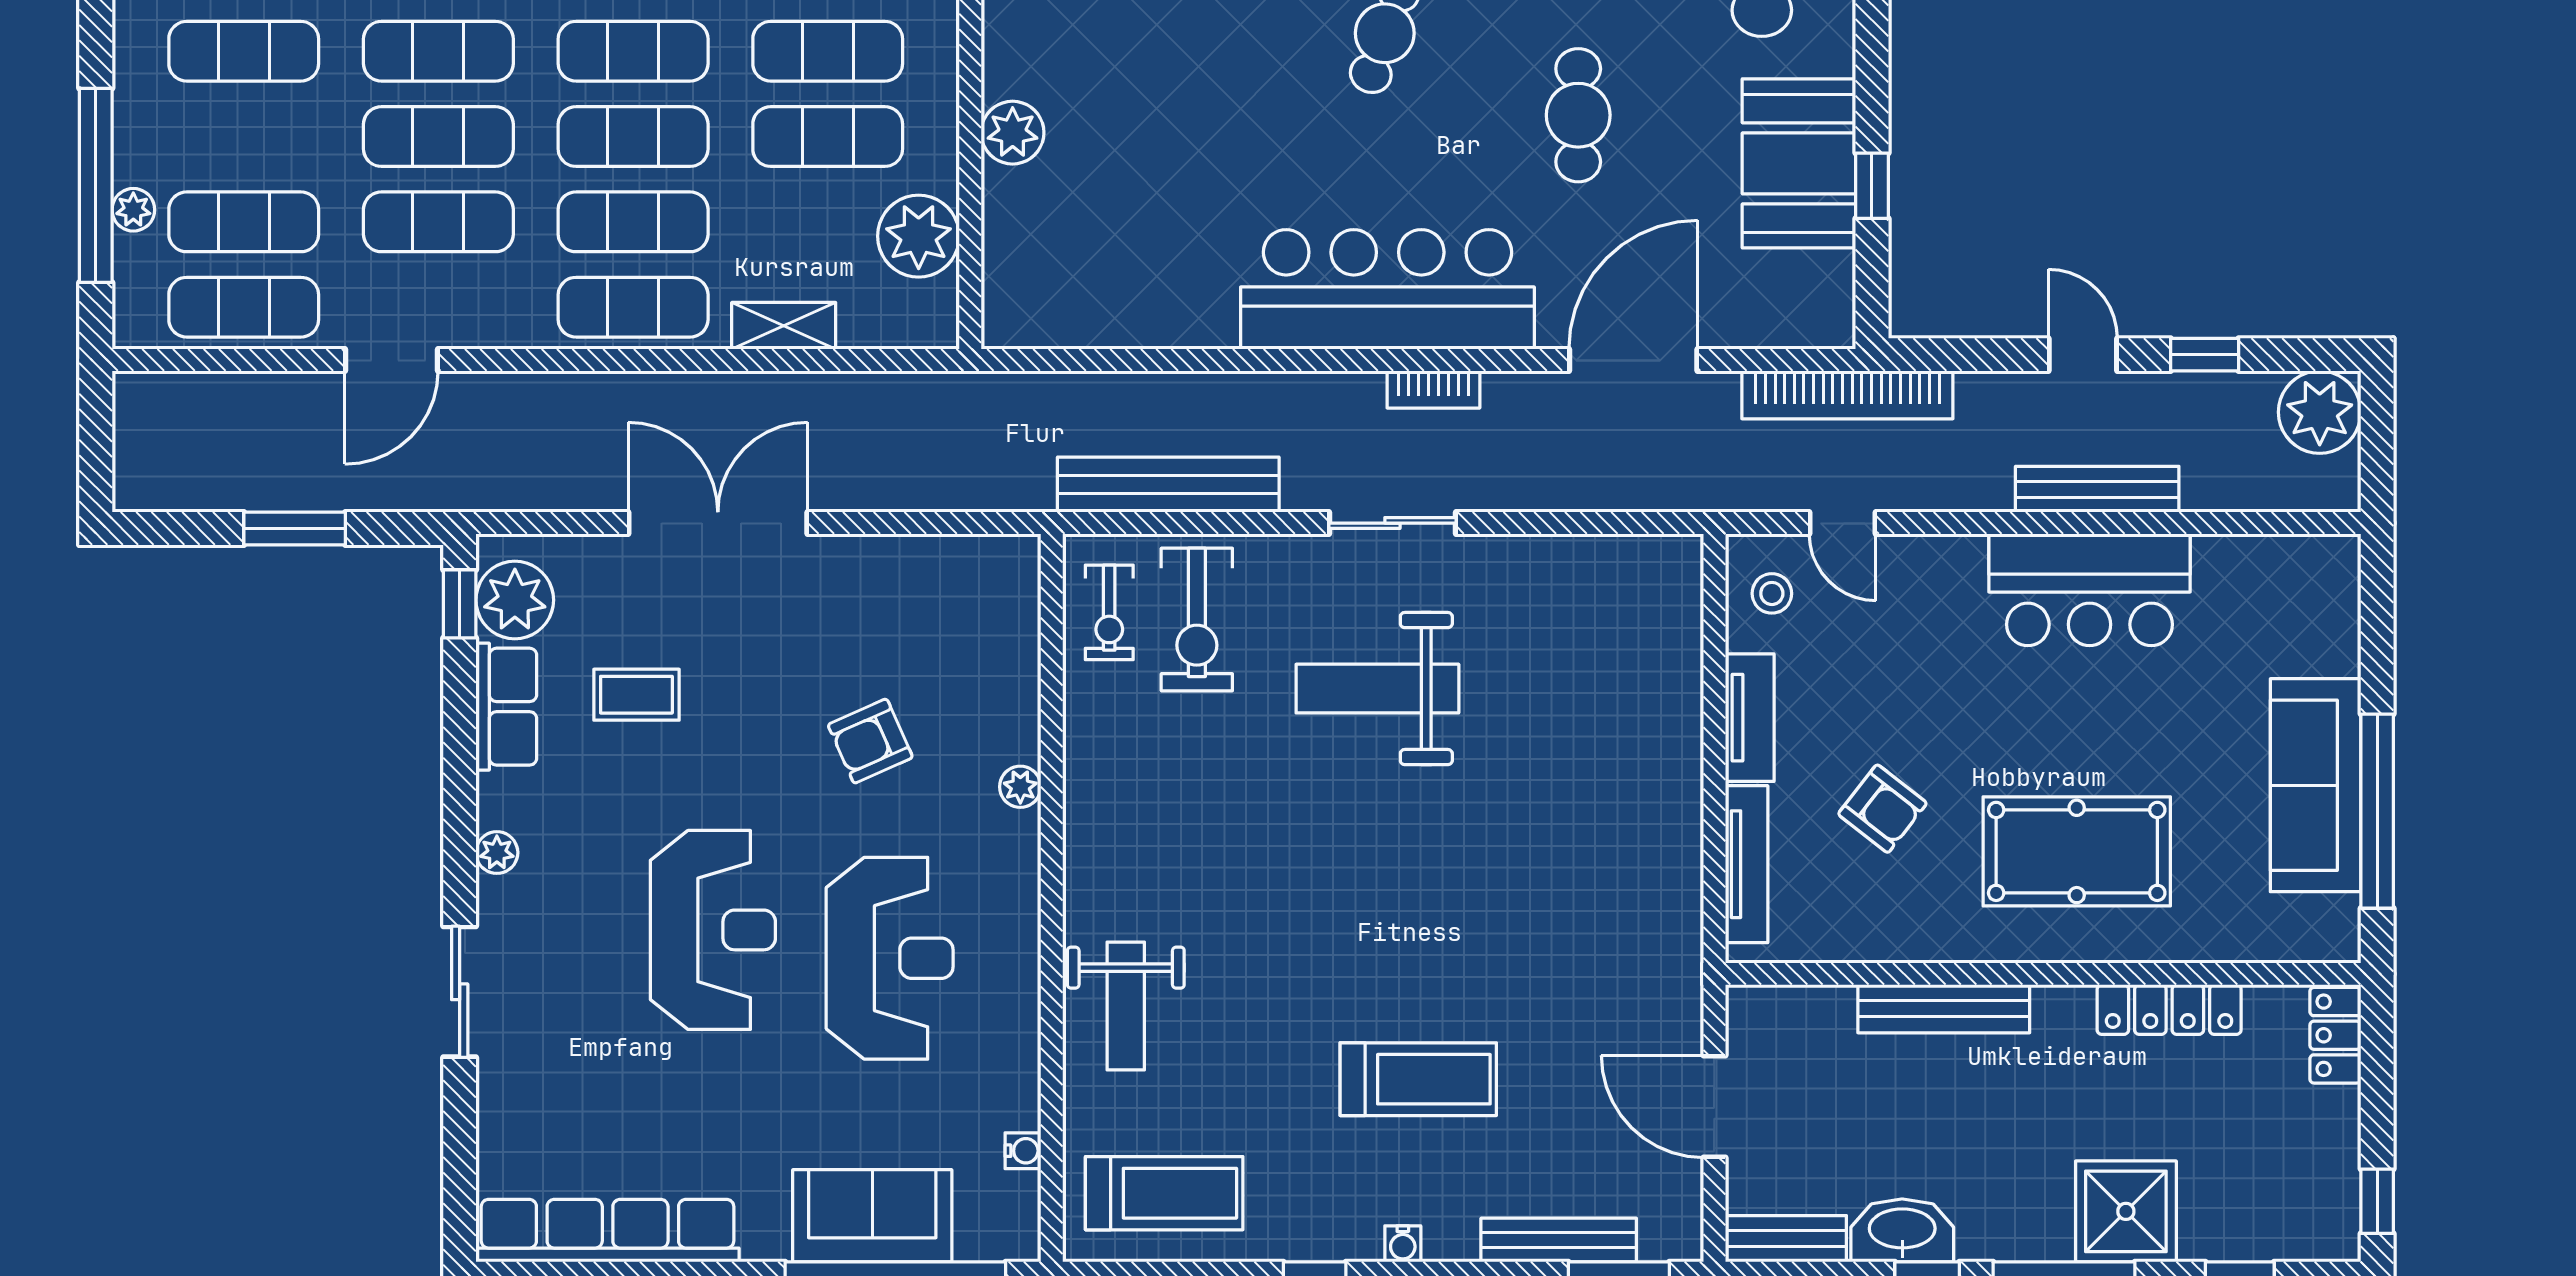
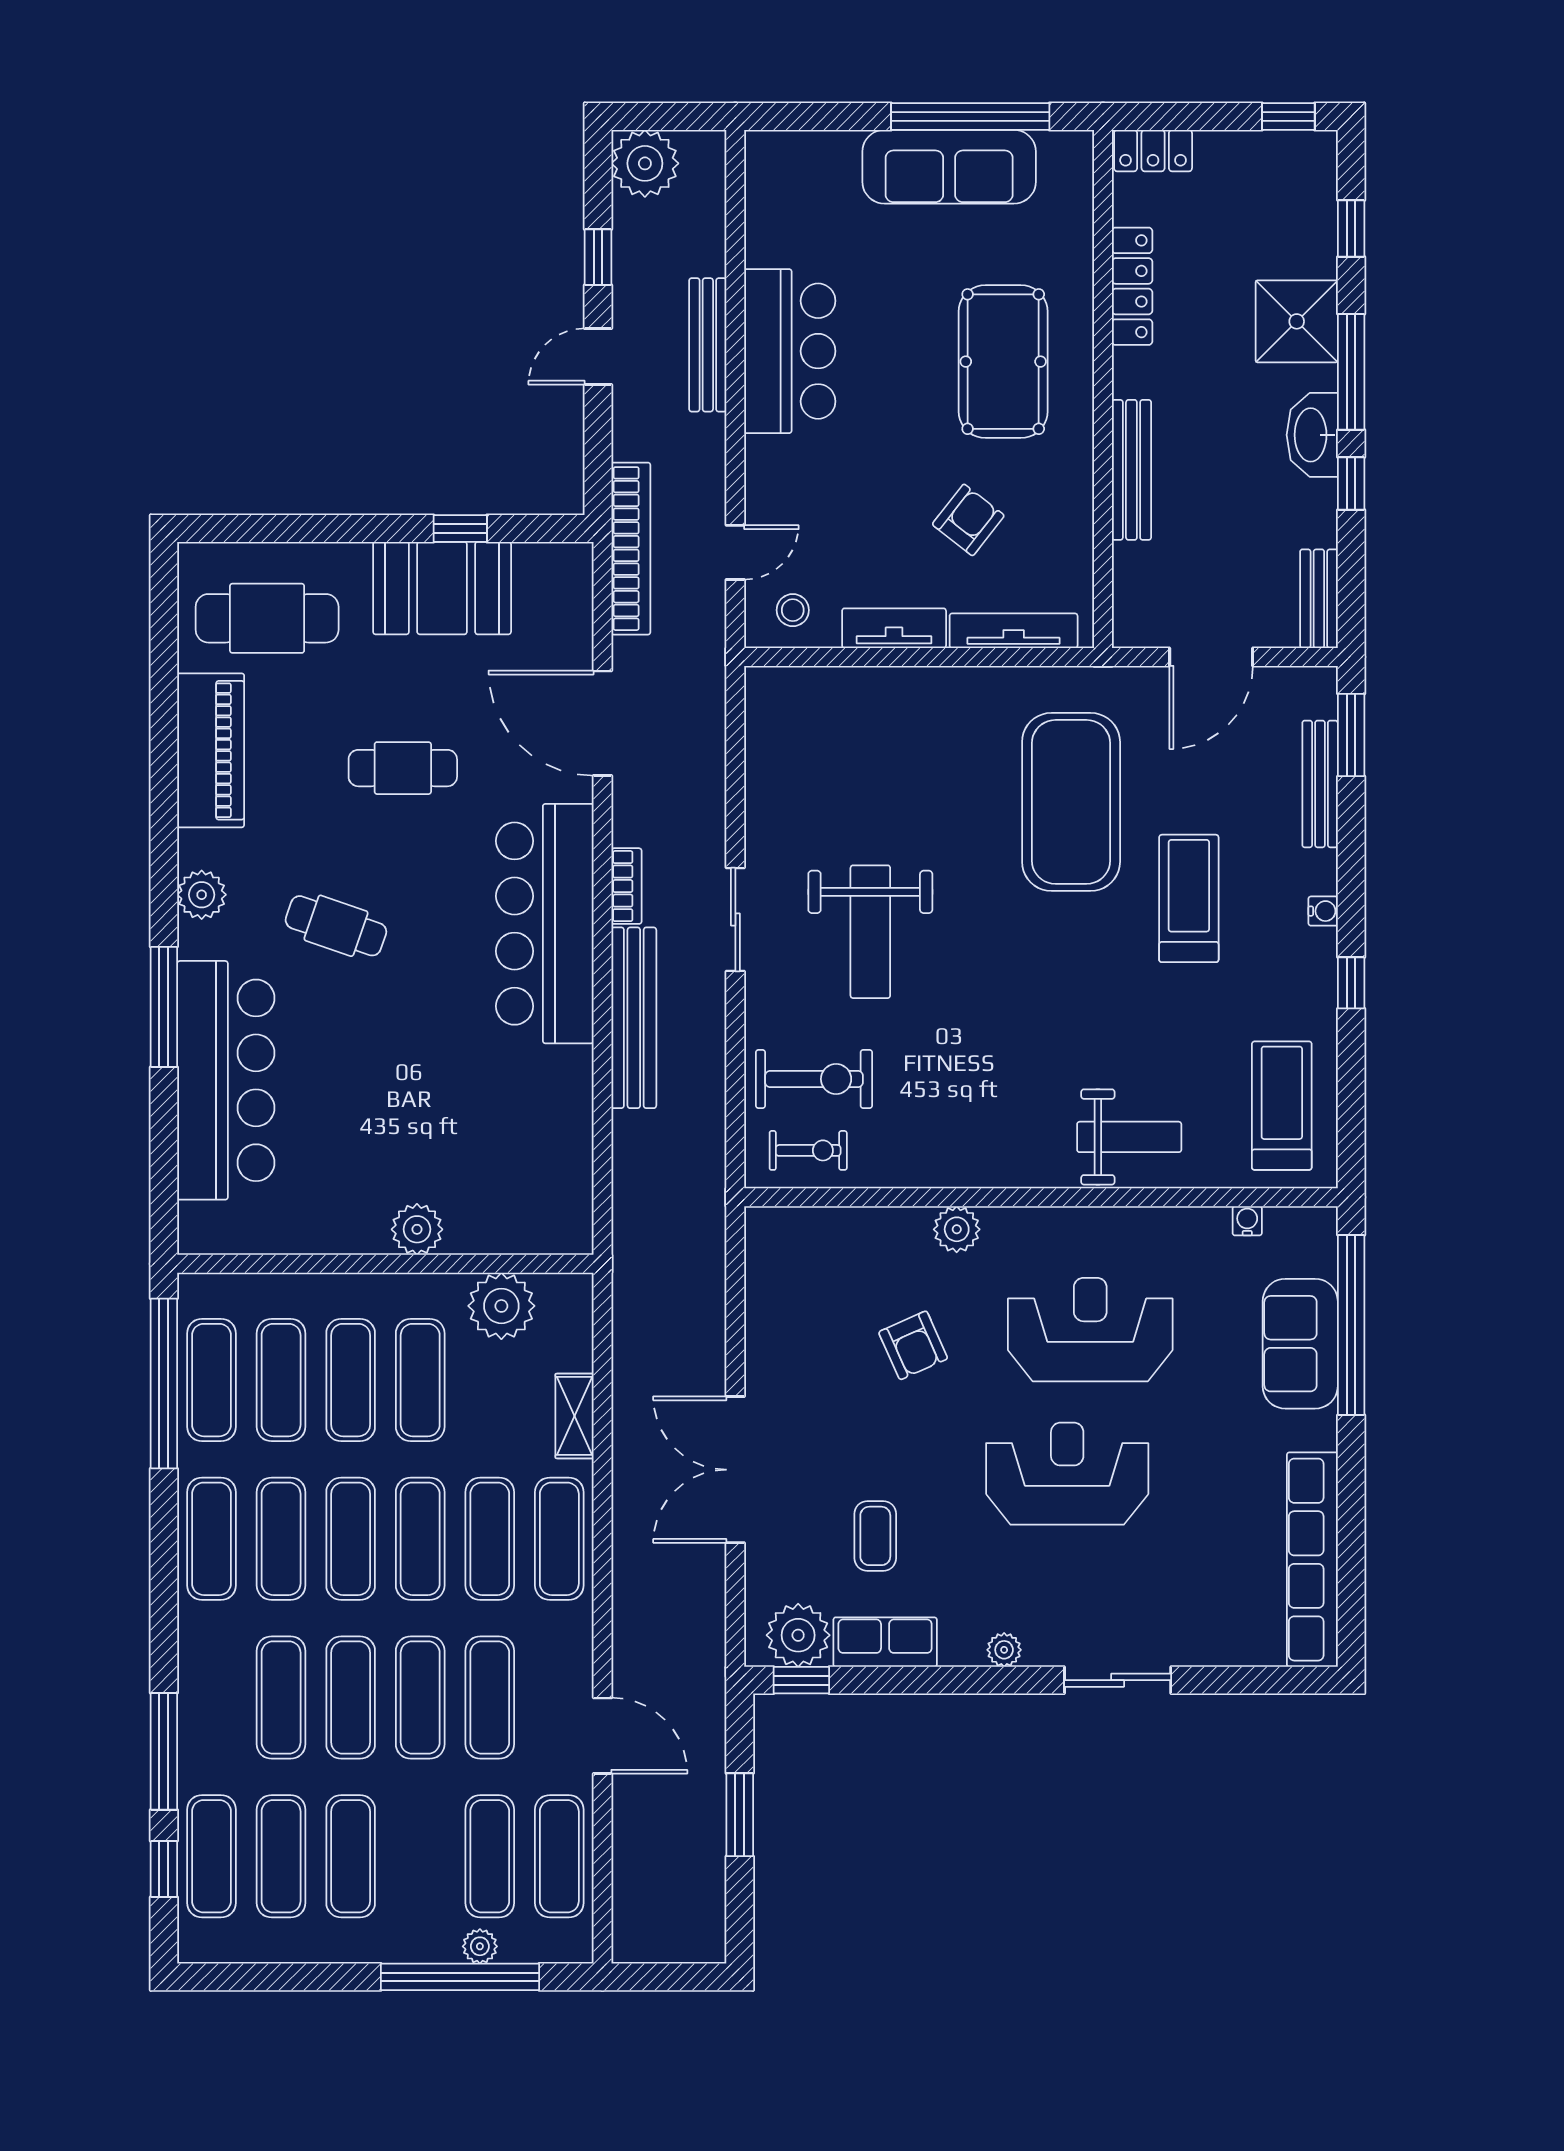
bench: (1168, 485) -> (634, 1018), moved
plant: (1020, 787) -> (957, 1229), width x1.38, depth x1.38
exercise mat: (1537, 935) -> (1071, 802), added
washbasin: (1902, 1230) -> (1312, 435), moved

